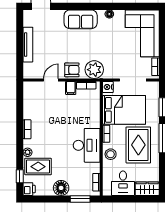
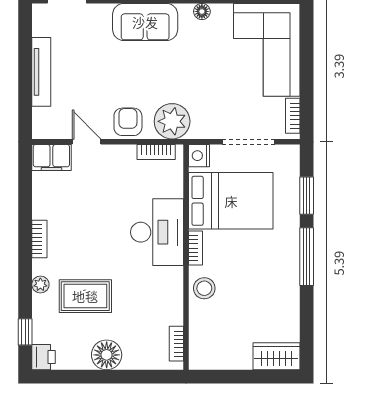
armchair: (72, 70) -> (128, 122), turned -90
door: (51, 80) -> (87, 142), hinge flipped
filing cabinet: (71, 88) -> (51, 157), moved, width x2.00
desk: (87, 145) -> (157, 232), moved
rug: (138, 145) -> (259, 270), removed
rug: (38, 167) -> (85, 296), moved
desk: (123, 183) -> (229, 346), removed
window: (80, 199) -> (144, 377), removed

